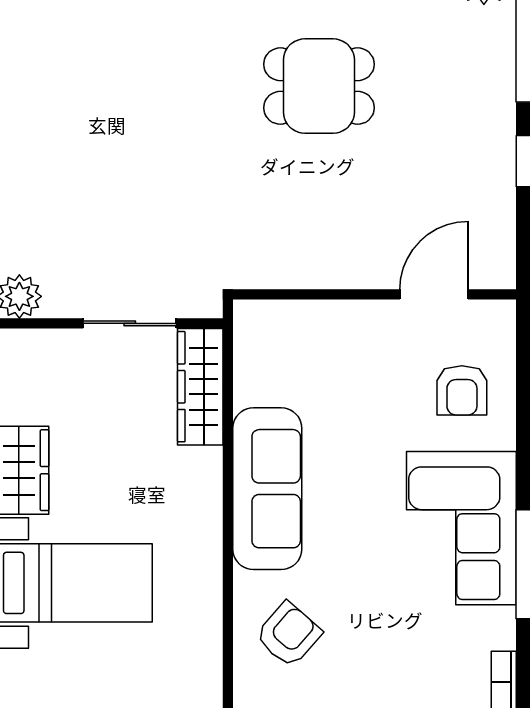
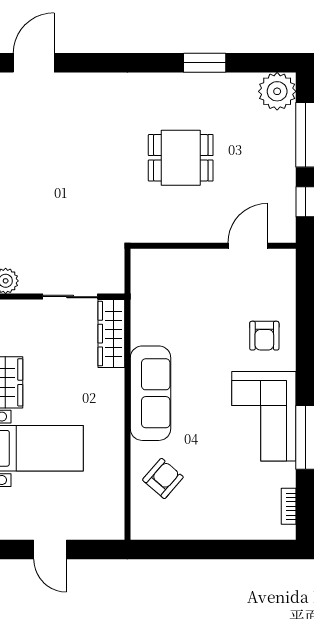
wall: (374, 294) -> (213, 246), moved
door: (434, 294) -> (248, 246), moved

